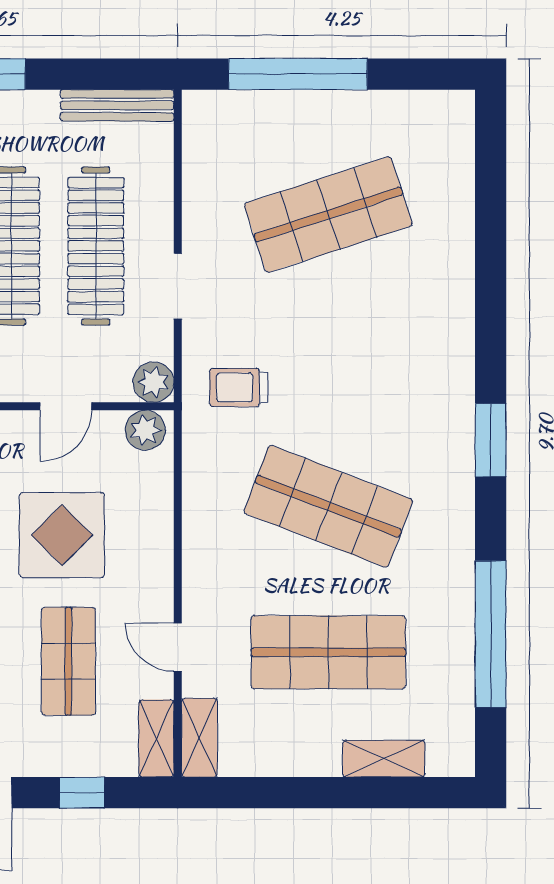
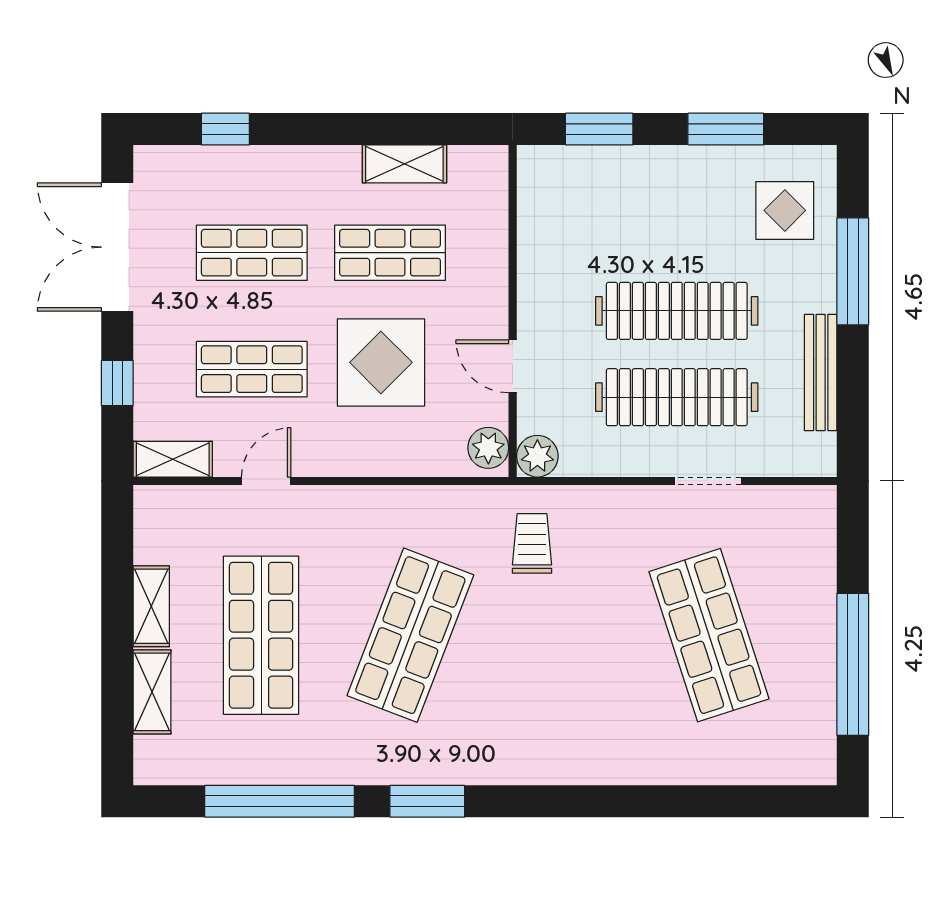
window: (298, 74) -> (853, 664), moved
bench: (117, 105) -> (821, 373), moved
doorway: (178, 286) -> (708, 481), moved
window: (491, 440) -> (427, 801), moved
shelving: (199, 738) -> (151, 606), moved, turned 90

